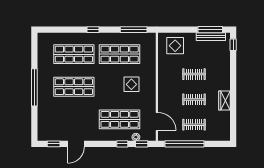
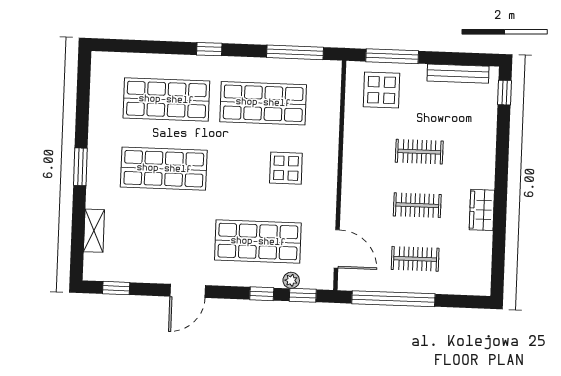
window: (210, 30) -> (392, 56), moved
window: (34, 87) -> (80, 167), width x0.47
shelving: (42, 117) -> (94, 231), added
door: (76, 144) -> (188, 291), moved

